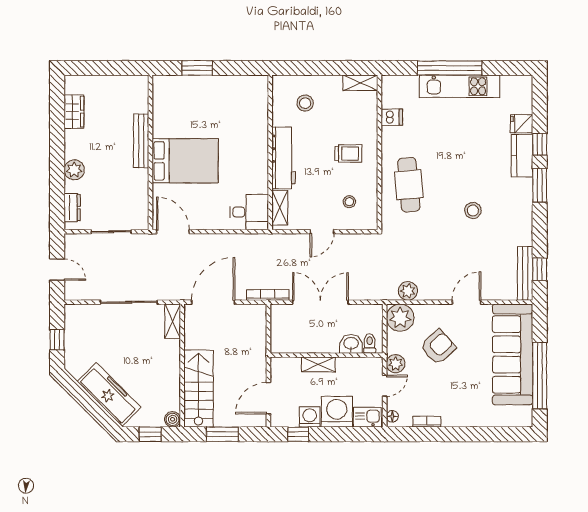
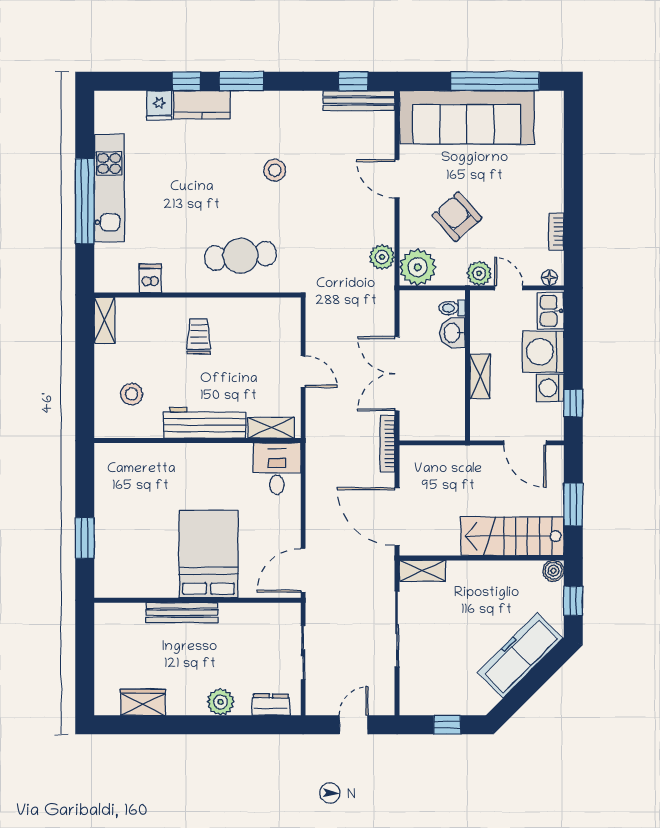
stool: (349, 202) -> (263, 335), removed

